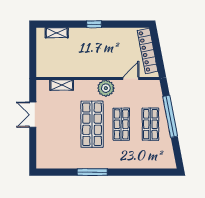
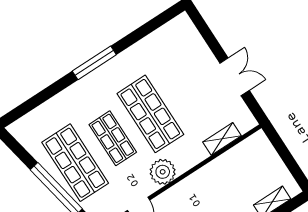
shop shelf: (150, 124) -> (75, 163), width x1.43, depth x1.36
window: (92, 172) -> (94, 63), moved

